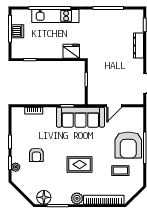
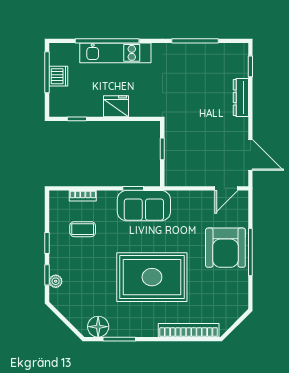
fridge: (71, 51) -> (116, 106), moved
door: (114, 106) -> (226, 188), moved
sofa: (80, 117) -> (144, 206), width x0.73
armchair: (36, 155) -> (87, 263), removed
rug: (80, 164) -> (152, 277), width x1.86, depth x2.06
coffee table: (120, 171) -> (83, 229), moved
plant: (77, 198) -> (148, 328), removed

